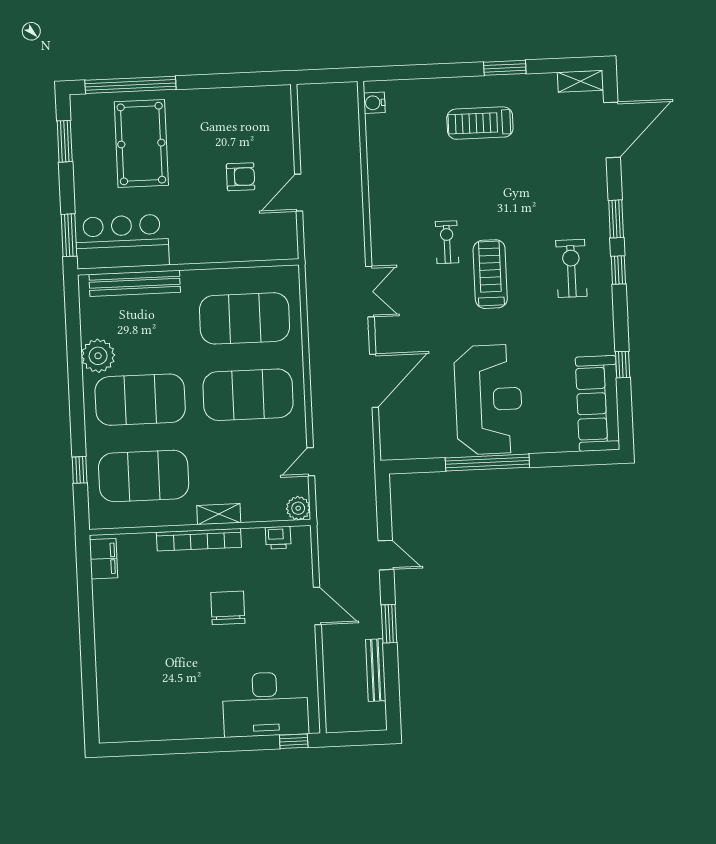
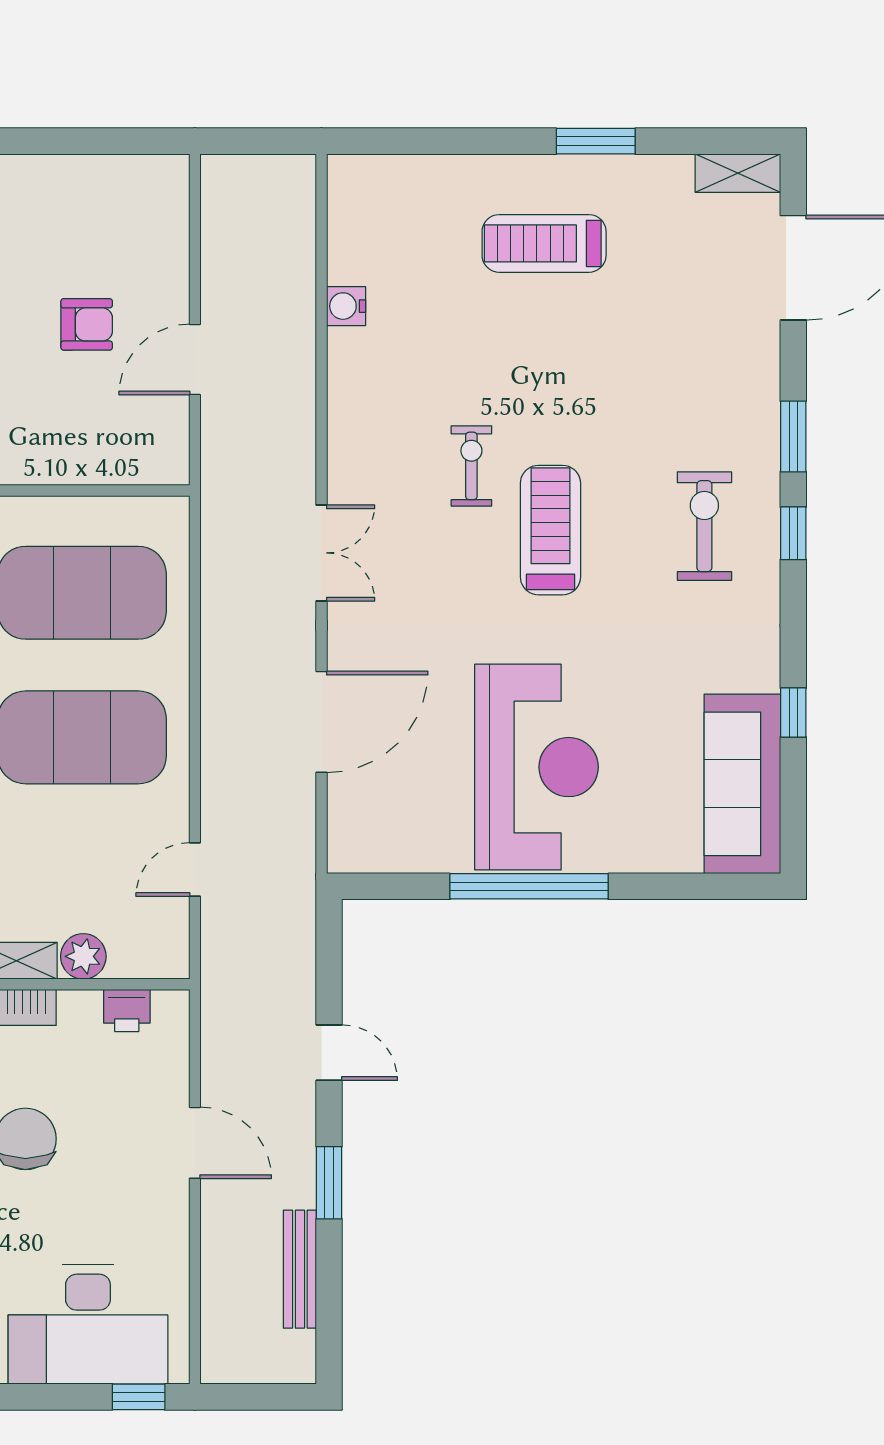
water cooler: (374, 103) -> (346, 306), moved
plant: (298, 508) -> (83, 956), moved

